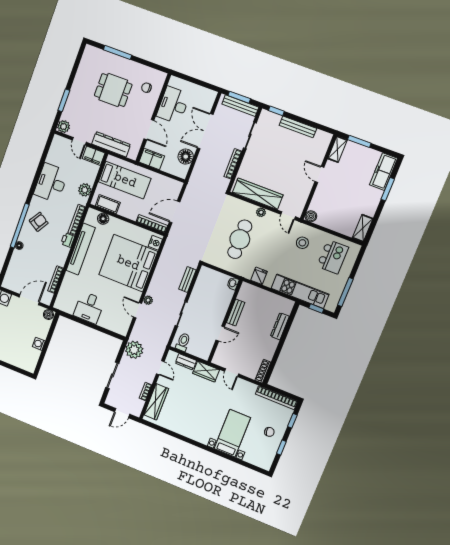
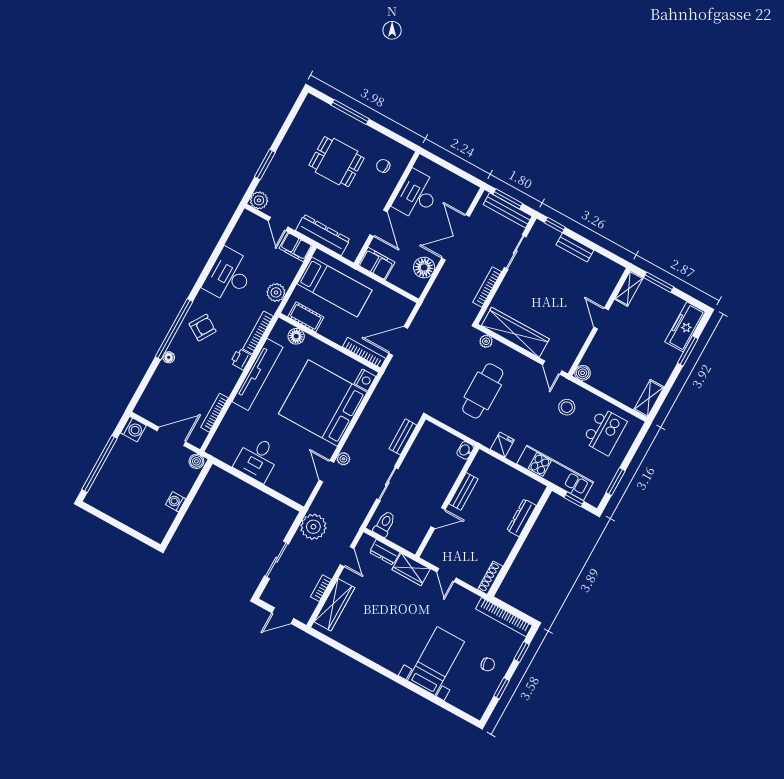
bench: (298, 127) -> (575, 248), width x0.73
plant: (261, 212) -> (486, 341), moved
window: (345, 292) -> (616, 482), width x0.69

